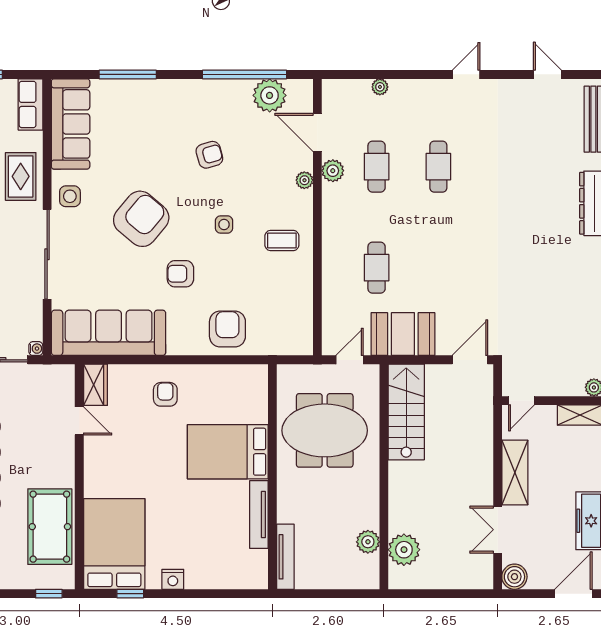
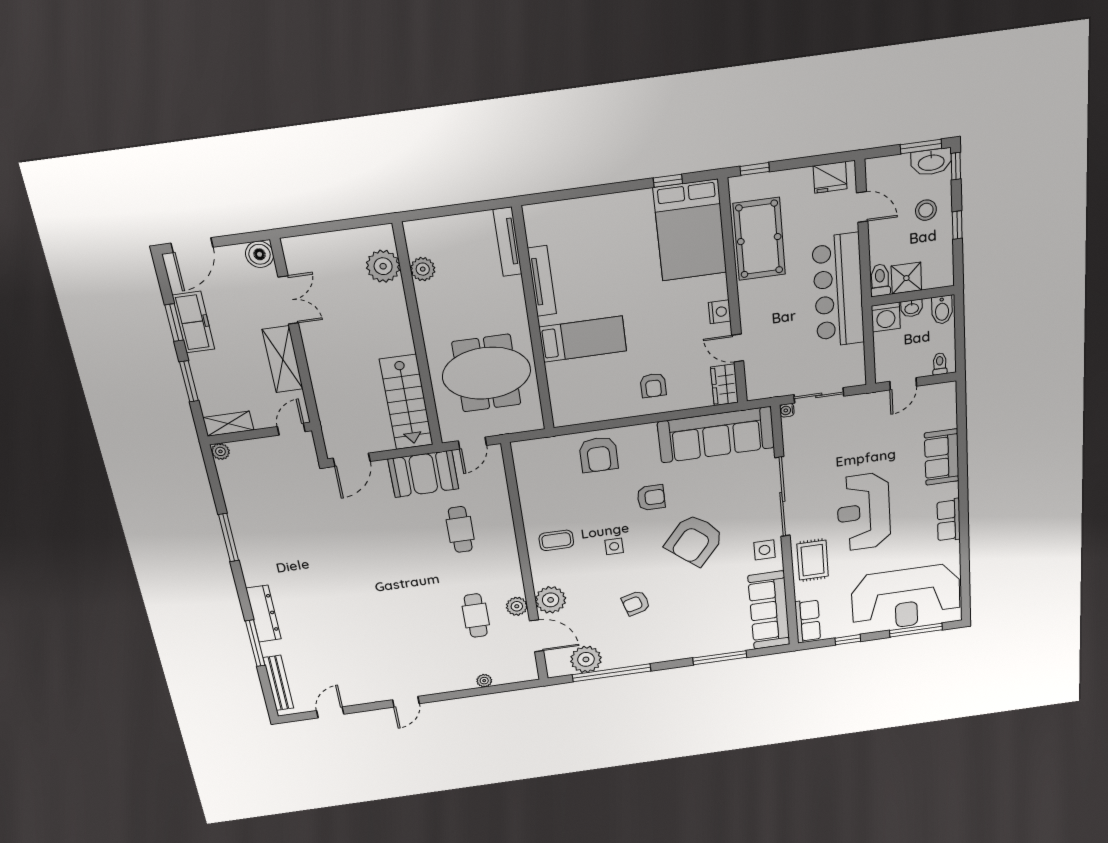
door: (547, 74) -> (330, 712), swing flipped
cafe table: (438, 167) -> (417, 624), removed
plant: (304, 180) -> (551, 600), width x1.88, depth x1.88
bed: (228, 452) -> (583, 339), width x0.67
nightstand: (173, 579) -> (720, 312), moved, turned 90

